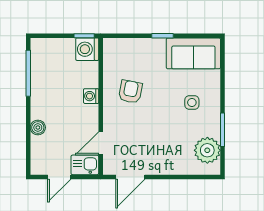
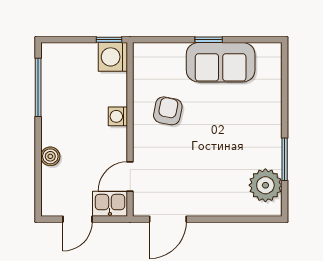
sofa: (193, 53) -> (221, 62), moved
side table: (192, 102) -> (246, 125), removed

